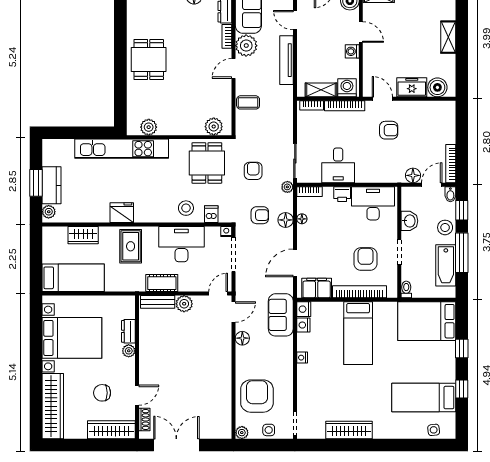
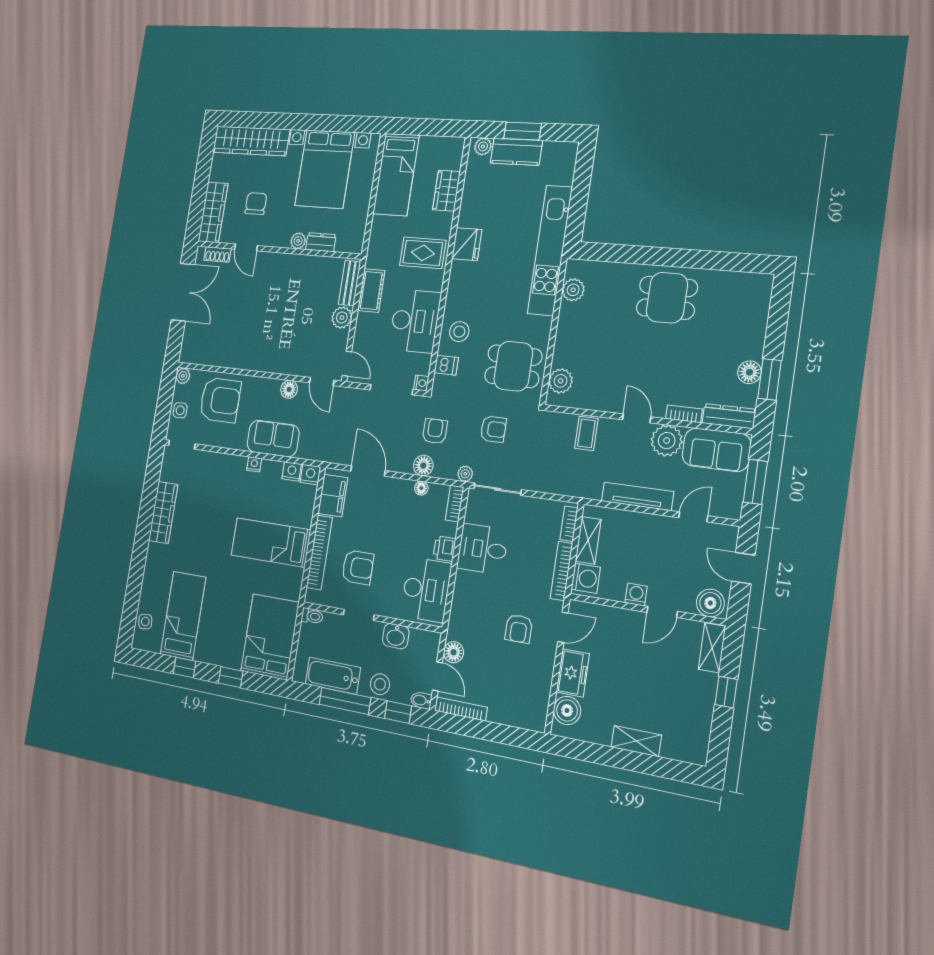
armchair: (260, 215) -> (435, 431), turned 180
sofa: (281, 315) -> (273, 439), moved

